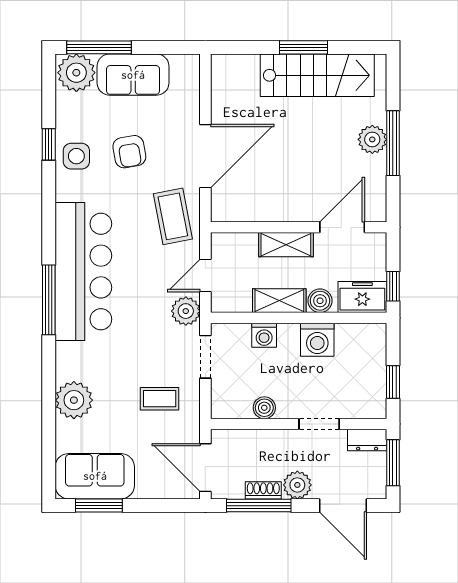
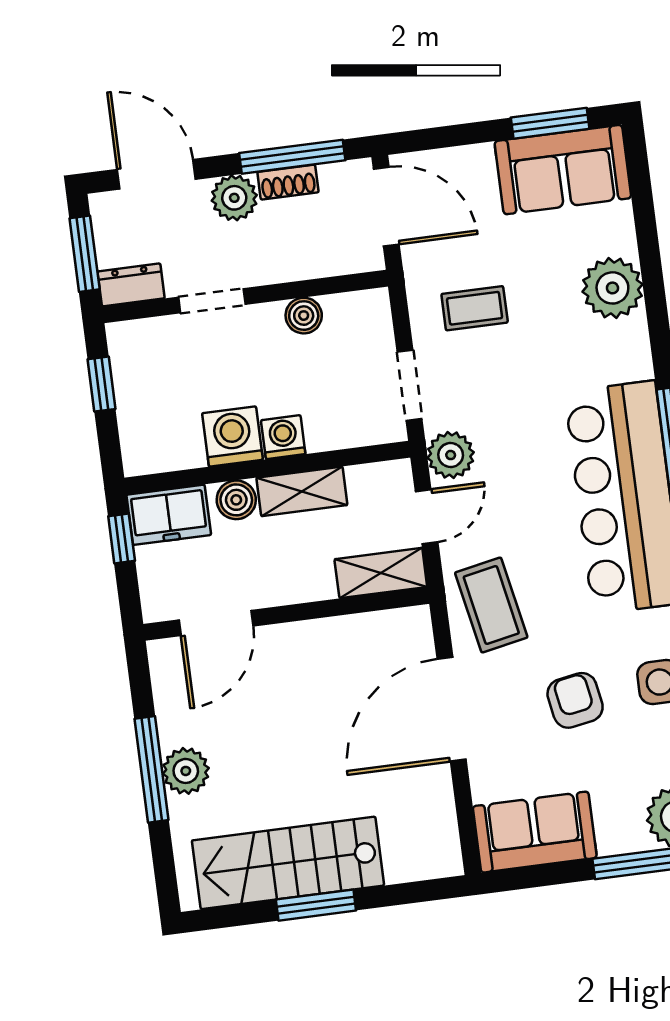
sofa: (133, 75) -> (535, 832), moved
shelving: (286, 245) -> (381, 573), moved
washing machine: (264, 335) -> (283, 437), moved

